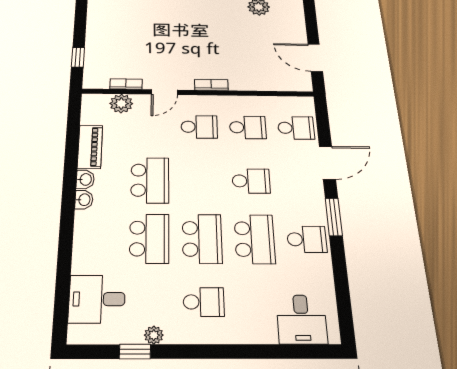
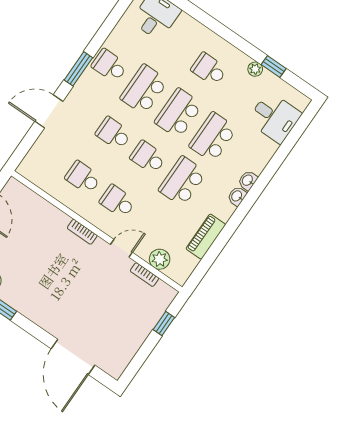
school desk: (296, 128) -> (148, 157), moved
washbasin: (85, 179) -> (248, 180), moved

